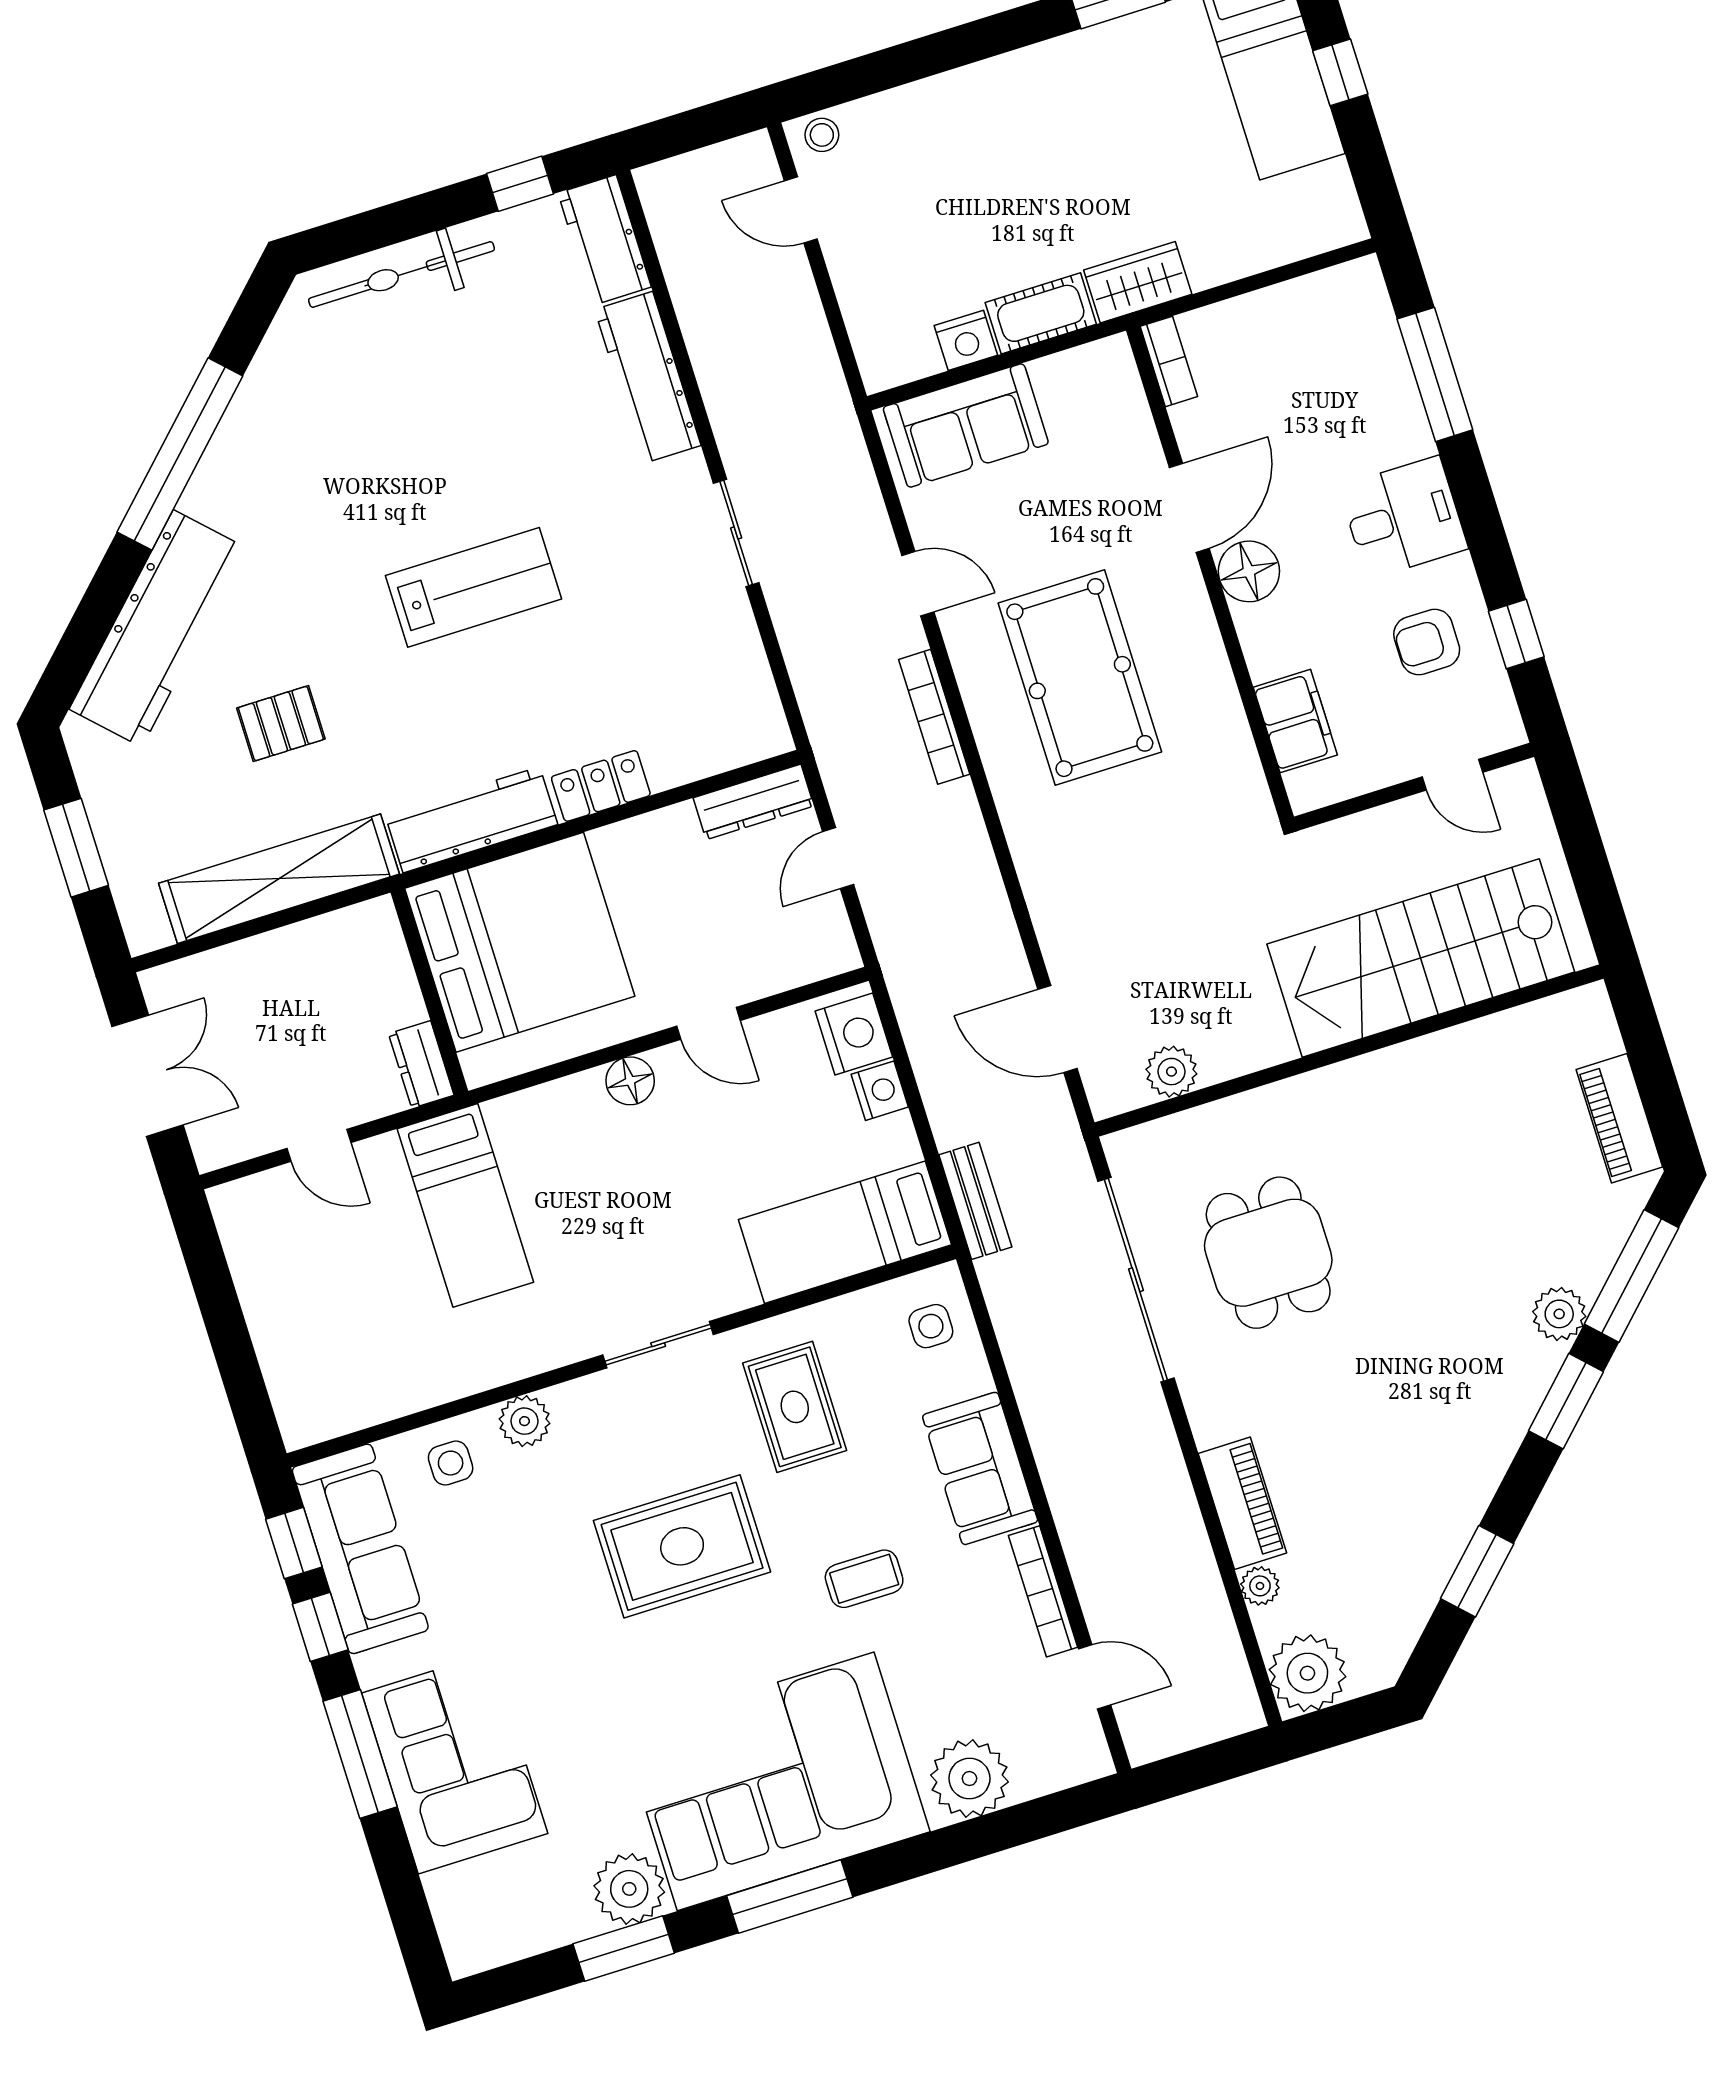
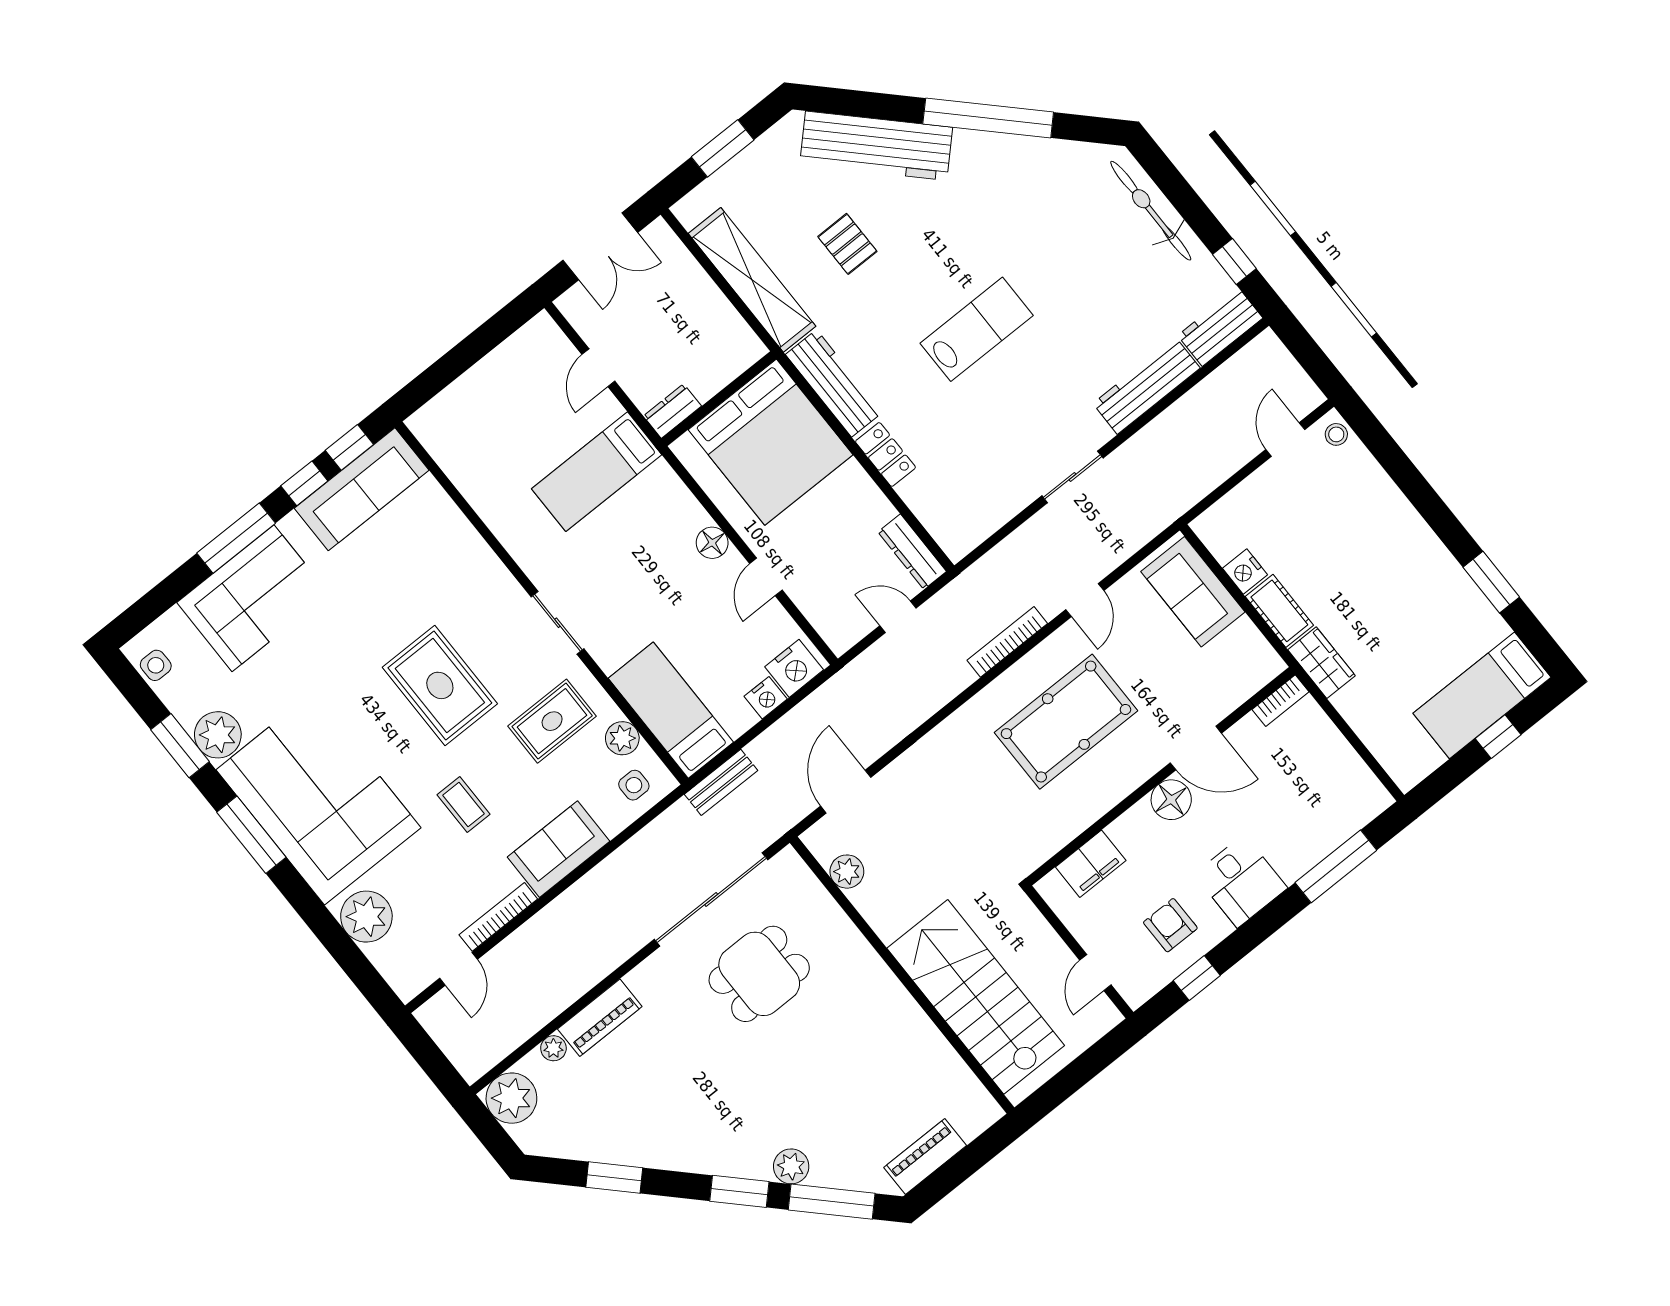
lab bench: (473, 587) -> (977, 329), turned -90
plant: (524, 1421) -> (622, 738), moved
side table: (451, 1463) -> (156, 665), moved

